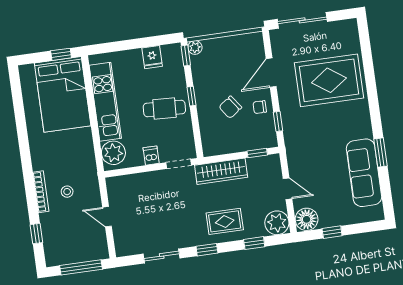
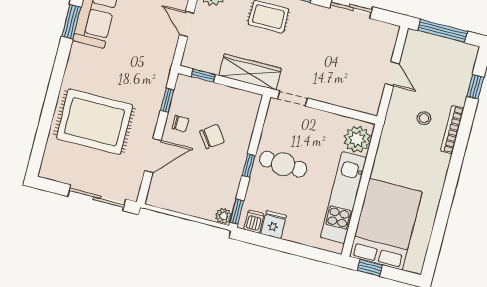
dishwasher: (151, 156) -> (254, 222), moved, turned 180

